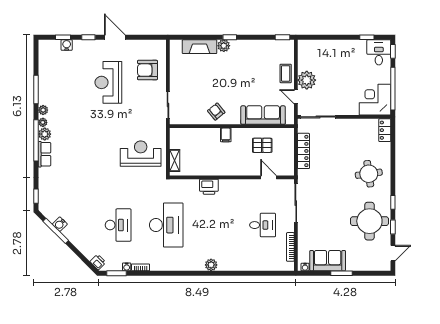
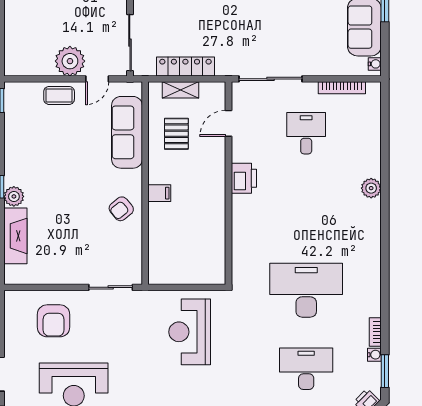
shelving: (175, 161) -> (180, 90), moved
printer: (209, 187) -> (244, 178), moved
plant: (211, 265) -> (371, 188), moved

